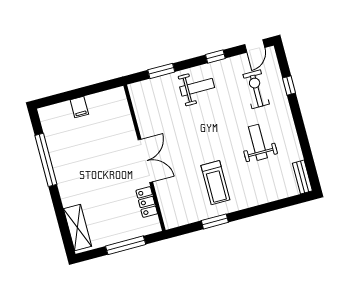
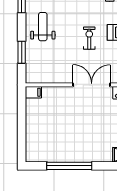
filing cabinet: (79, 107) -> (33, 92), moved
exercise bike: (198, 144) -> (89, 38), added

